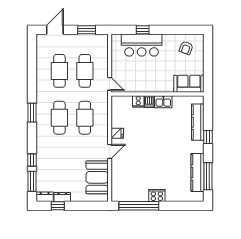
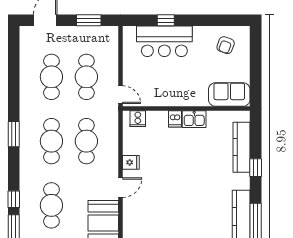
cooker: (138, 101) -> (138, 119), moved
cafe table: (59, 164) -> (51, 205), added

